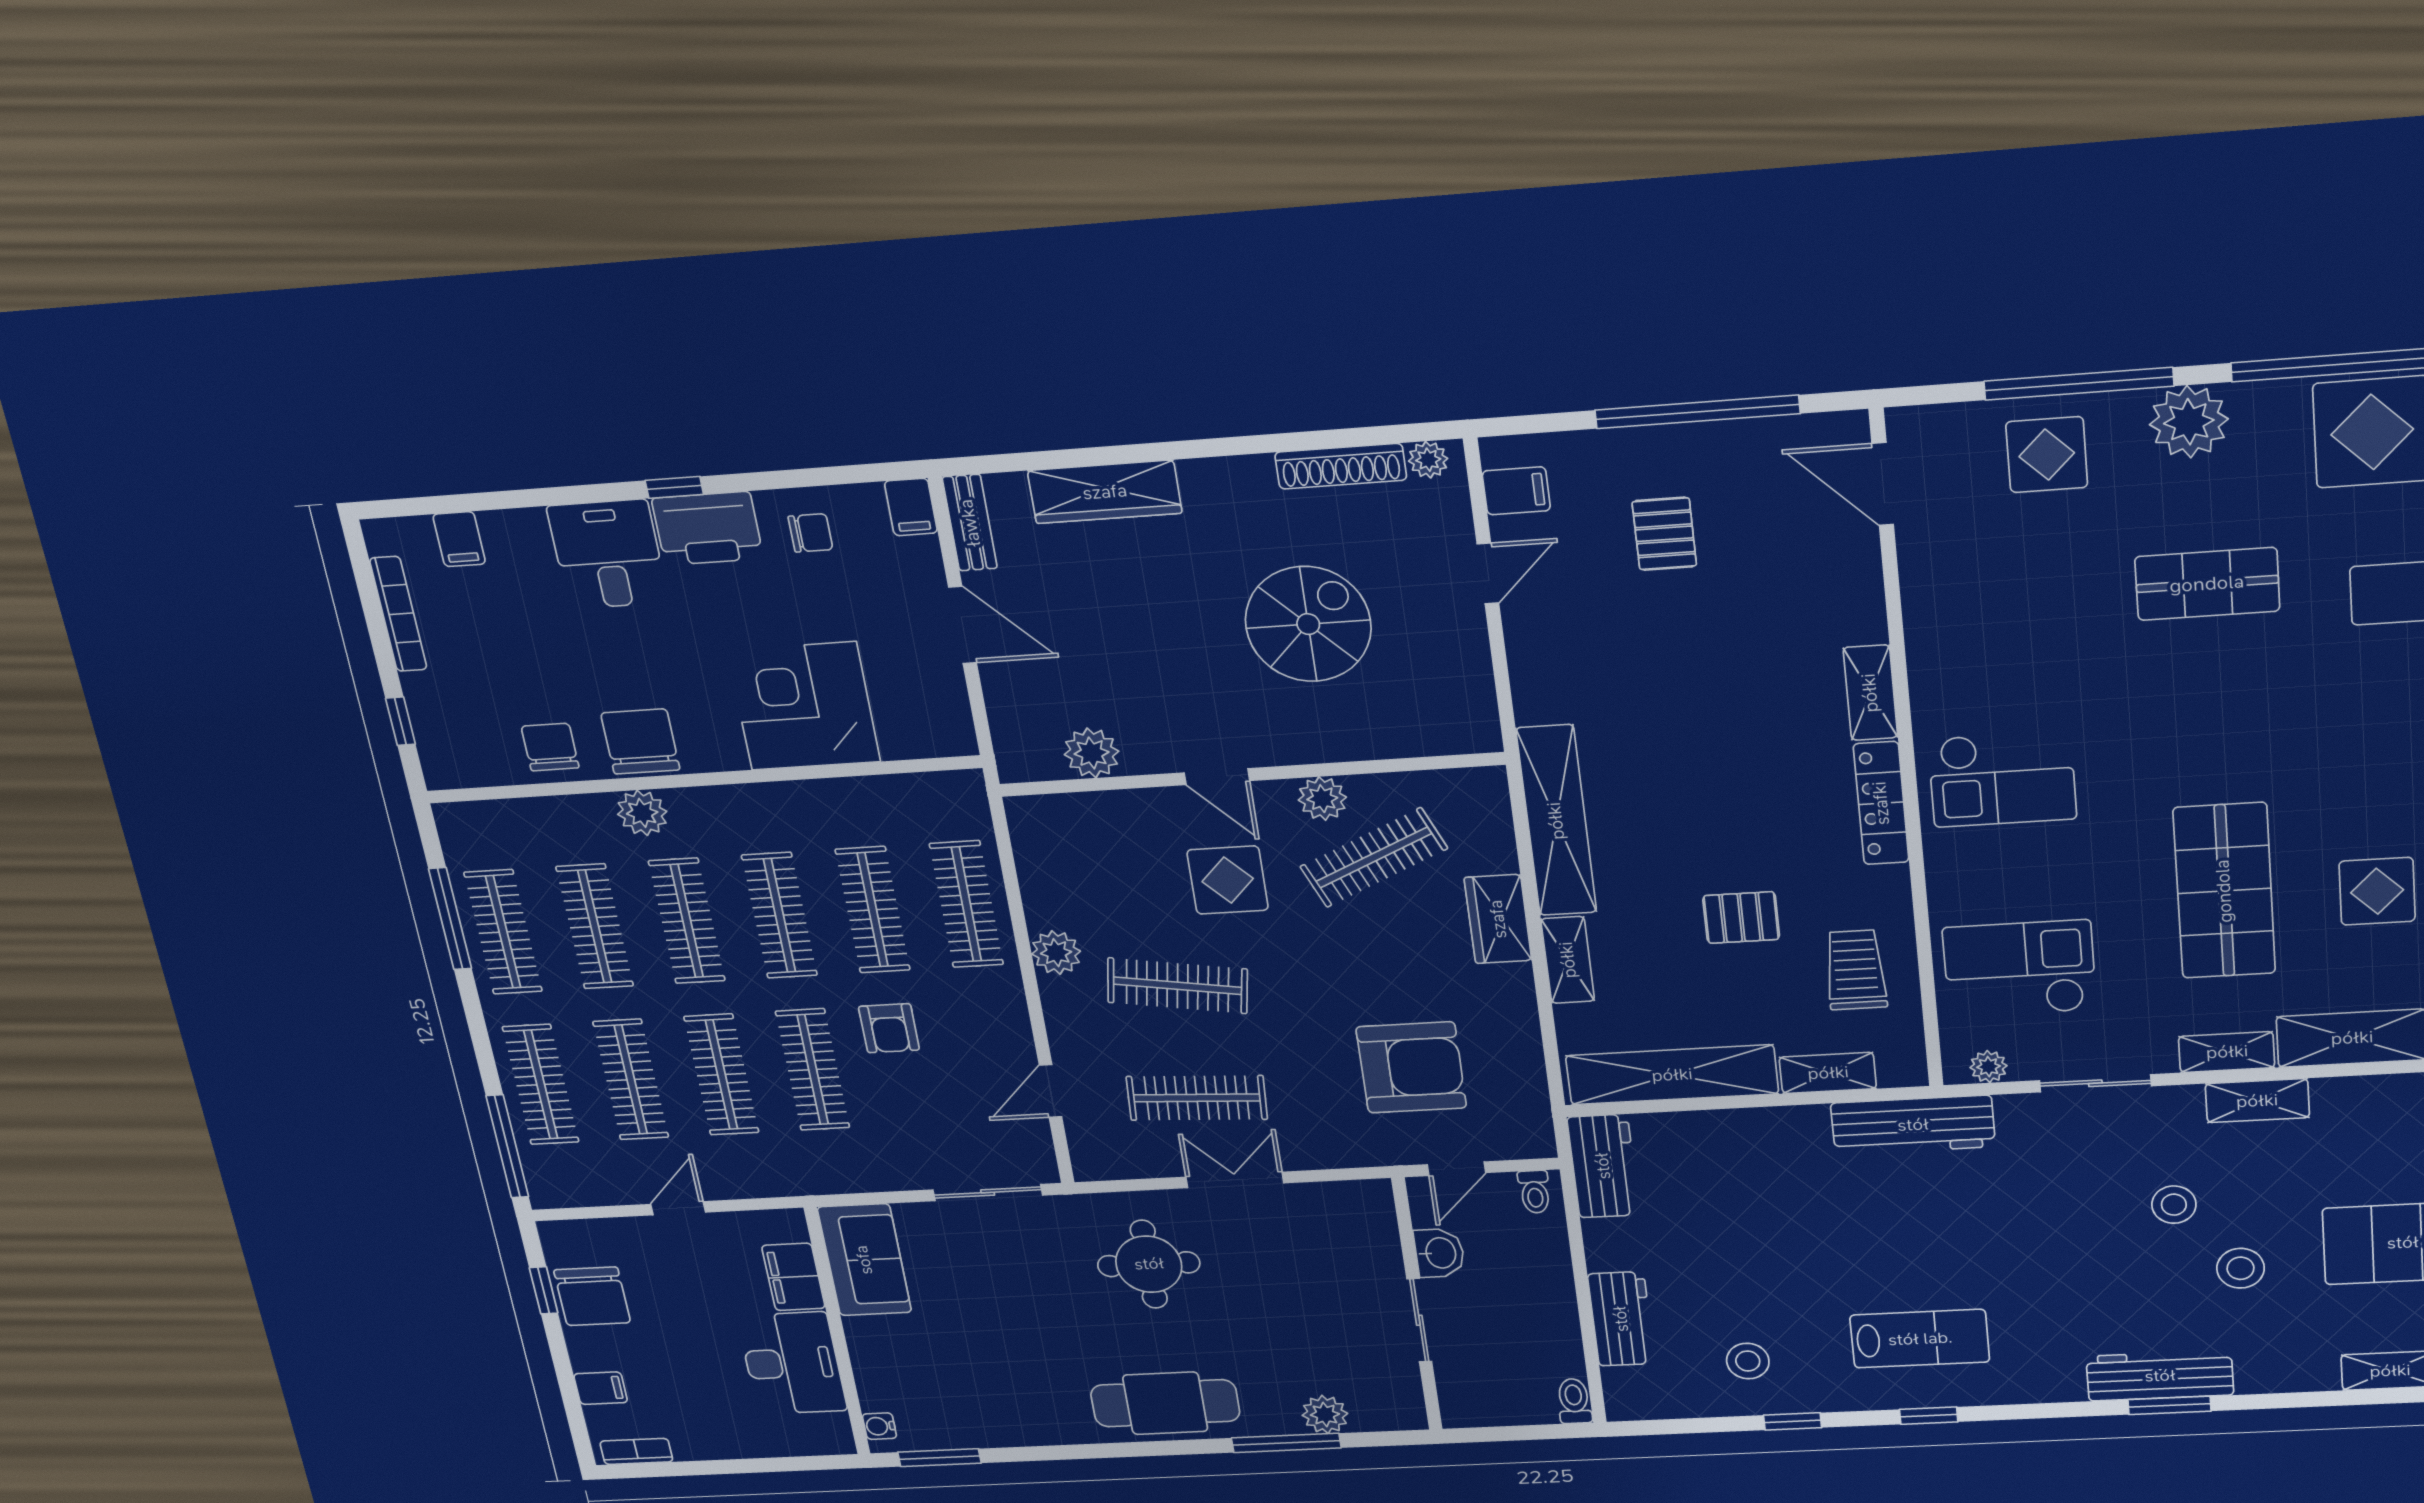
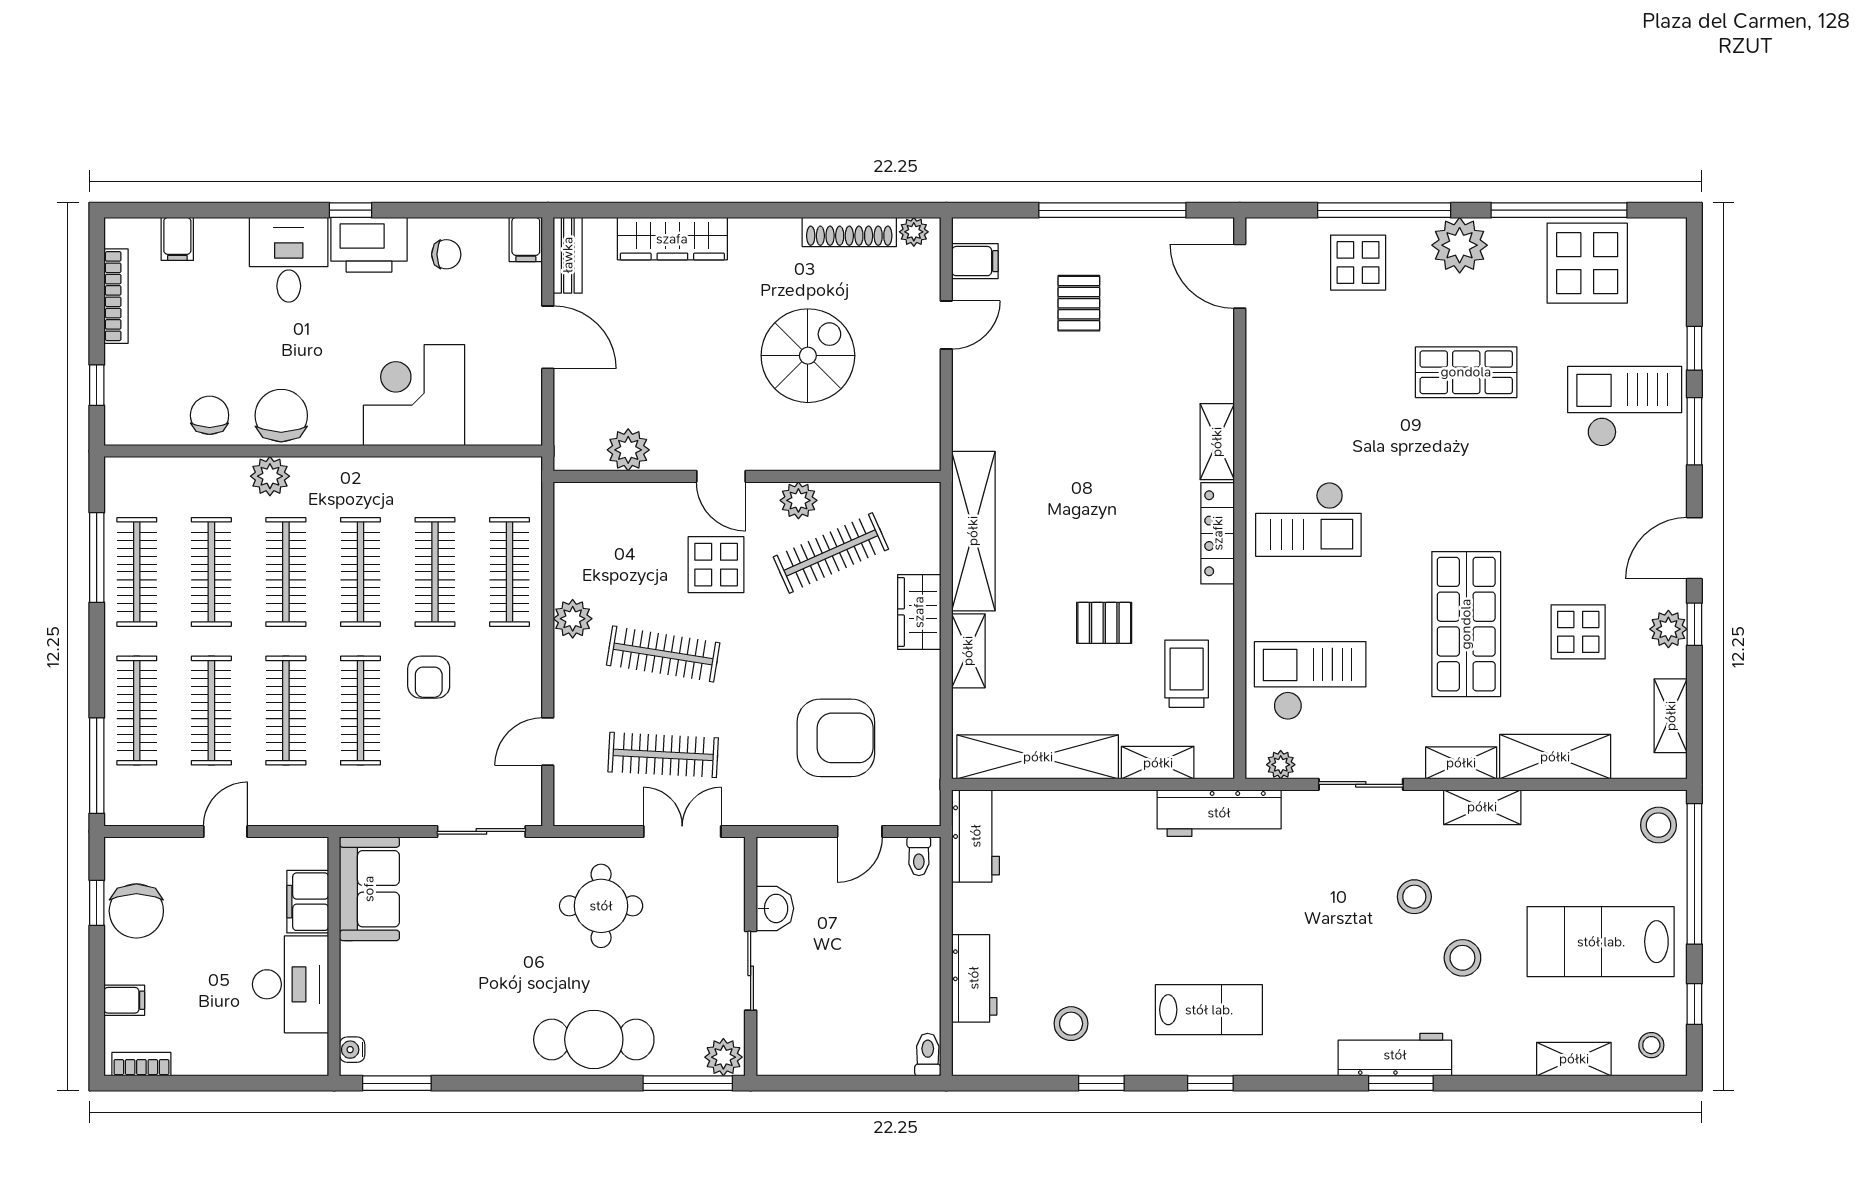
washbasin: (1439, 1253) -> (775, 908), moved
wall: (1417, 1305) -> (751, 956), moved
sliding door: (1419, 1320) -> (751, 971), moved

